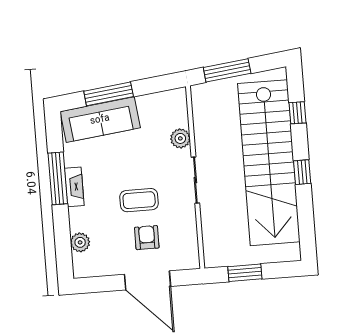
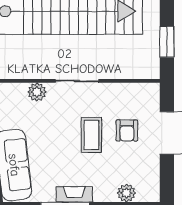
armchair: (147, 238) -> (127, 130), turned -90

